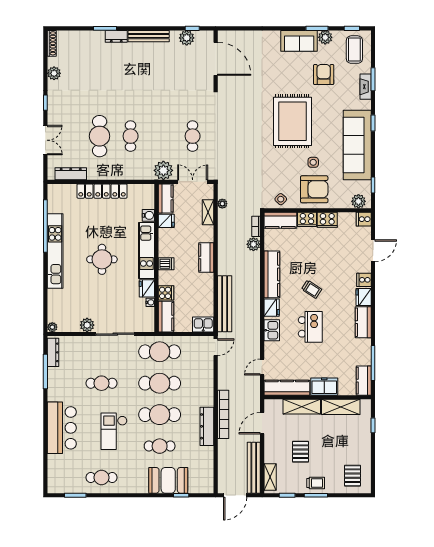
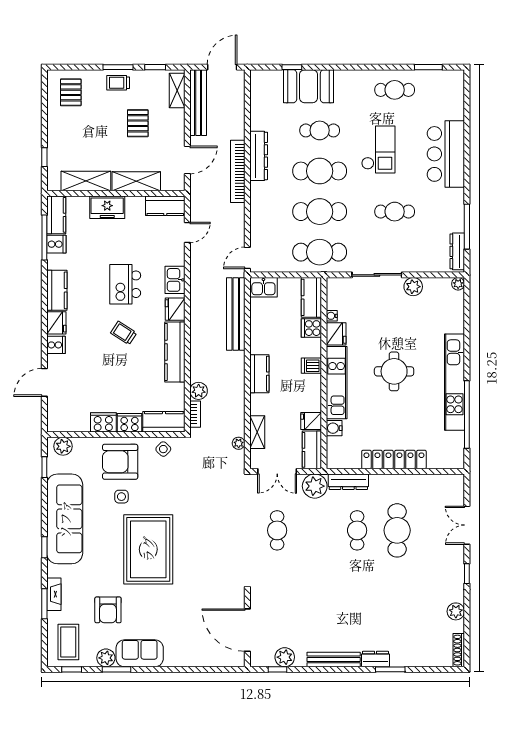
dresser: (71, 174) -> (348, 482), moved
cooker: (364, 219) -> (56, 244), moved
kitchen counter: (287, 388) -> (165, 206), width x0.67

